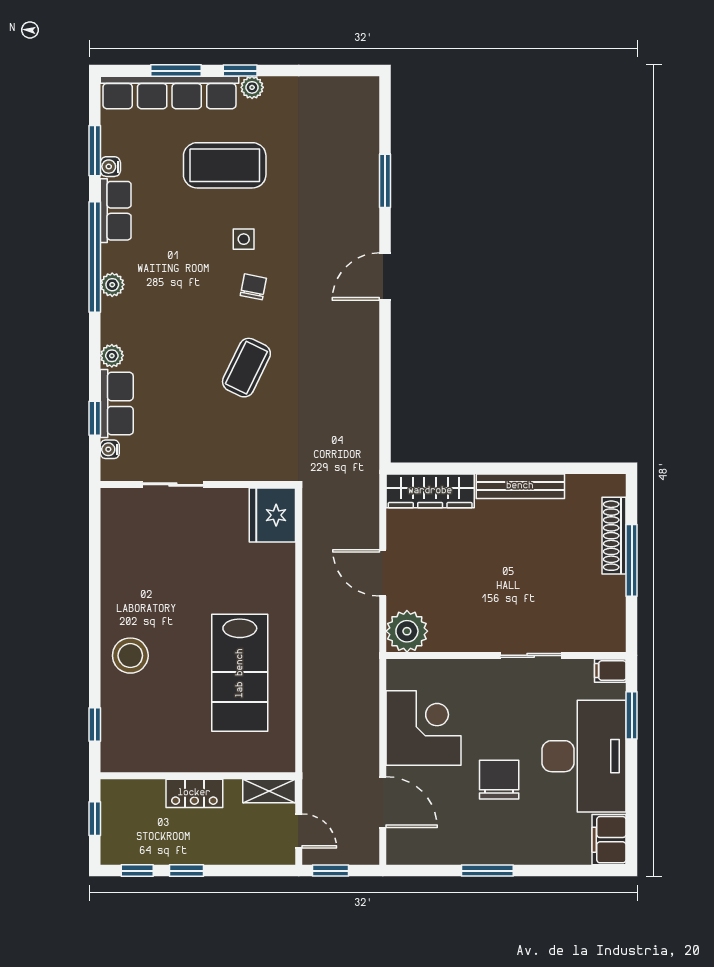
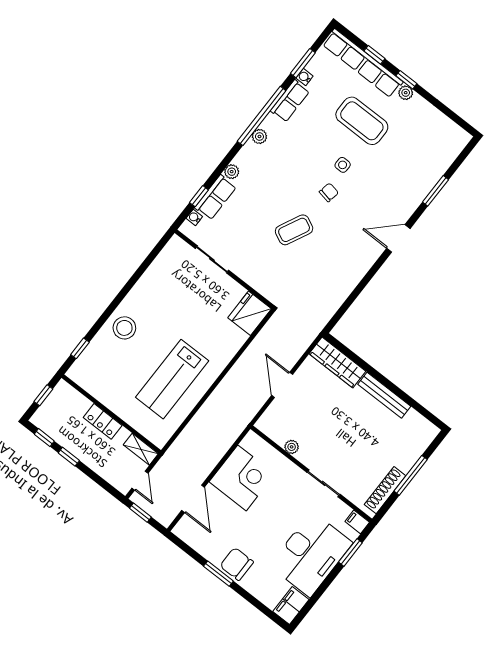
window: (176, 71) -> (374, 55), width x0.67
shoe rack: (614, 536) -> (385, 490), moved
plant: (407, 631) -> (292, 447), moved, width x0.53, depth x0.53
chair: (499, 780) -> (237, 564), moved, turned -90

